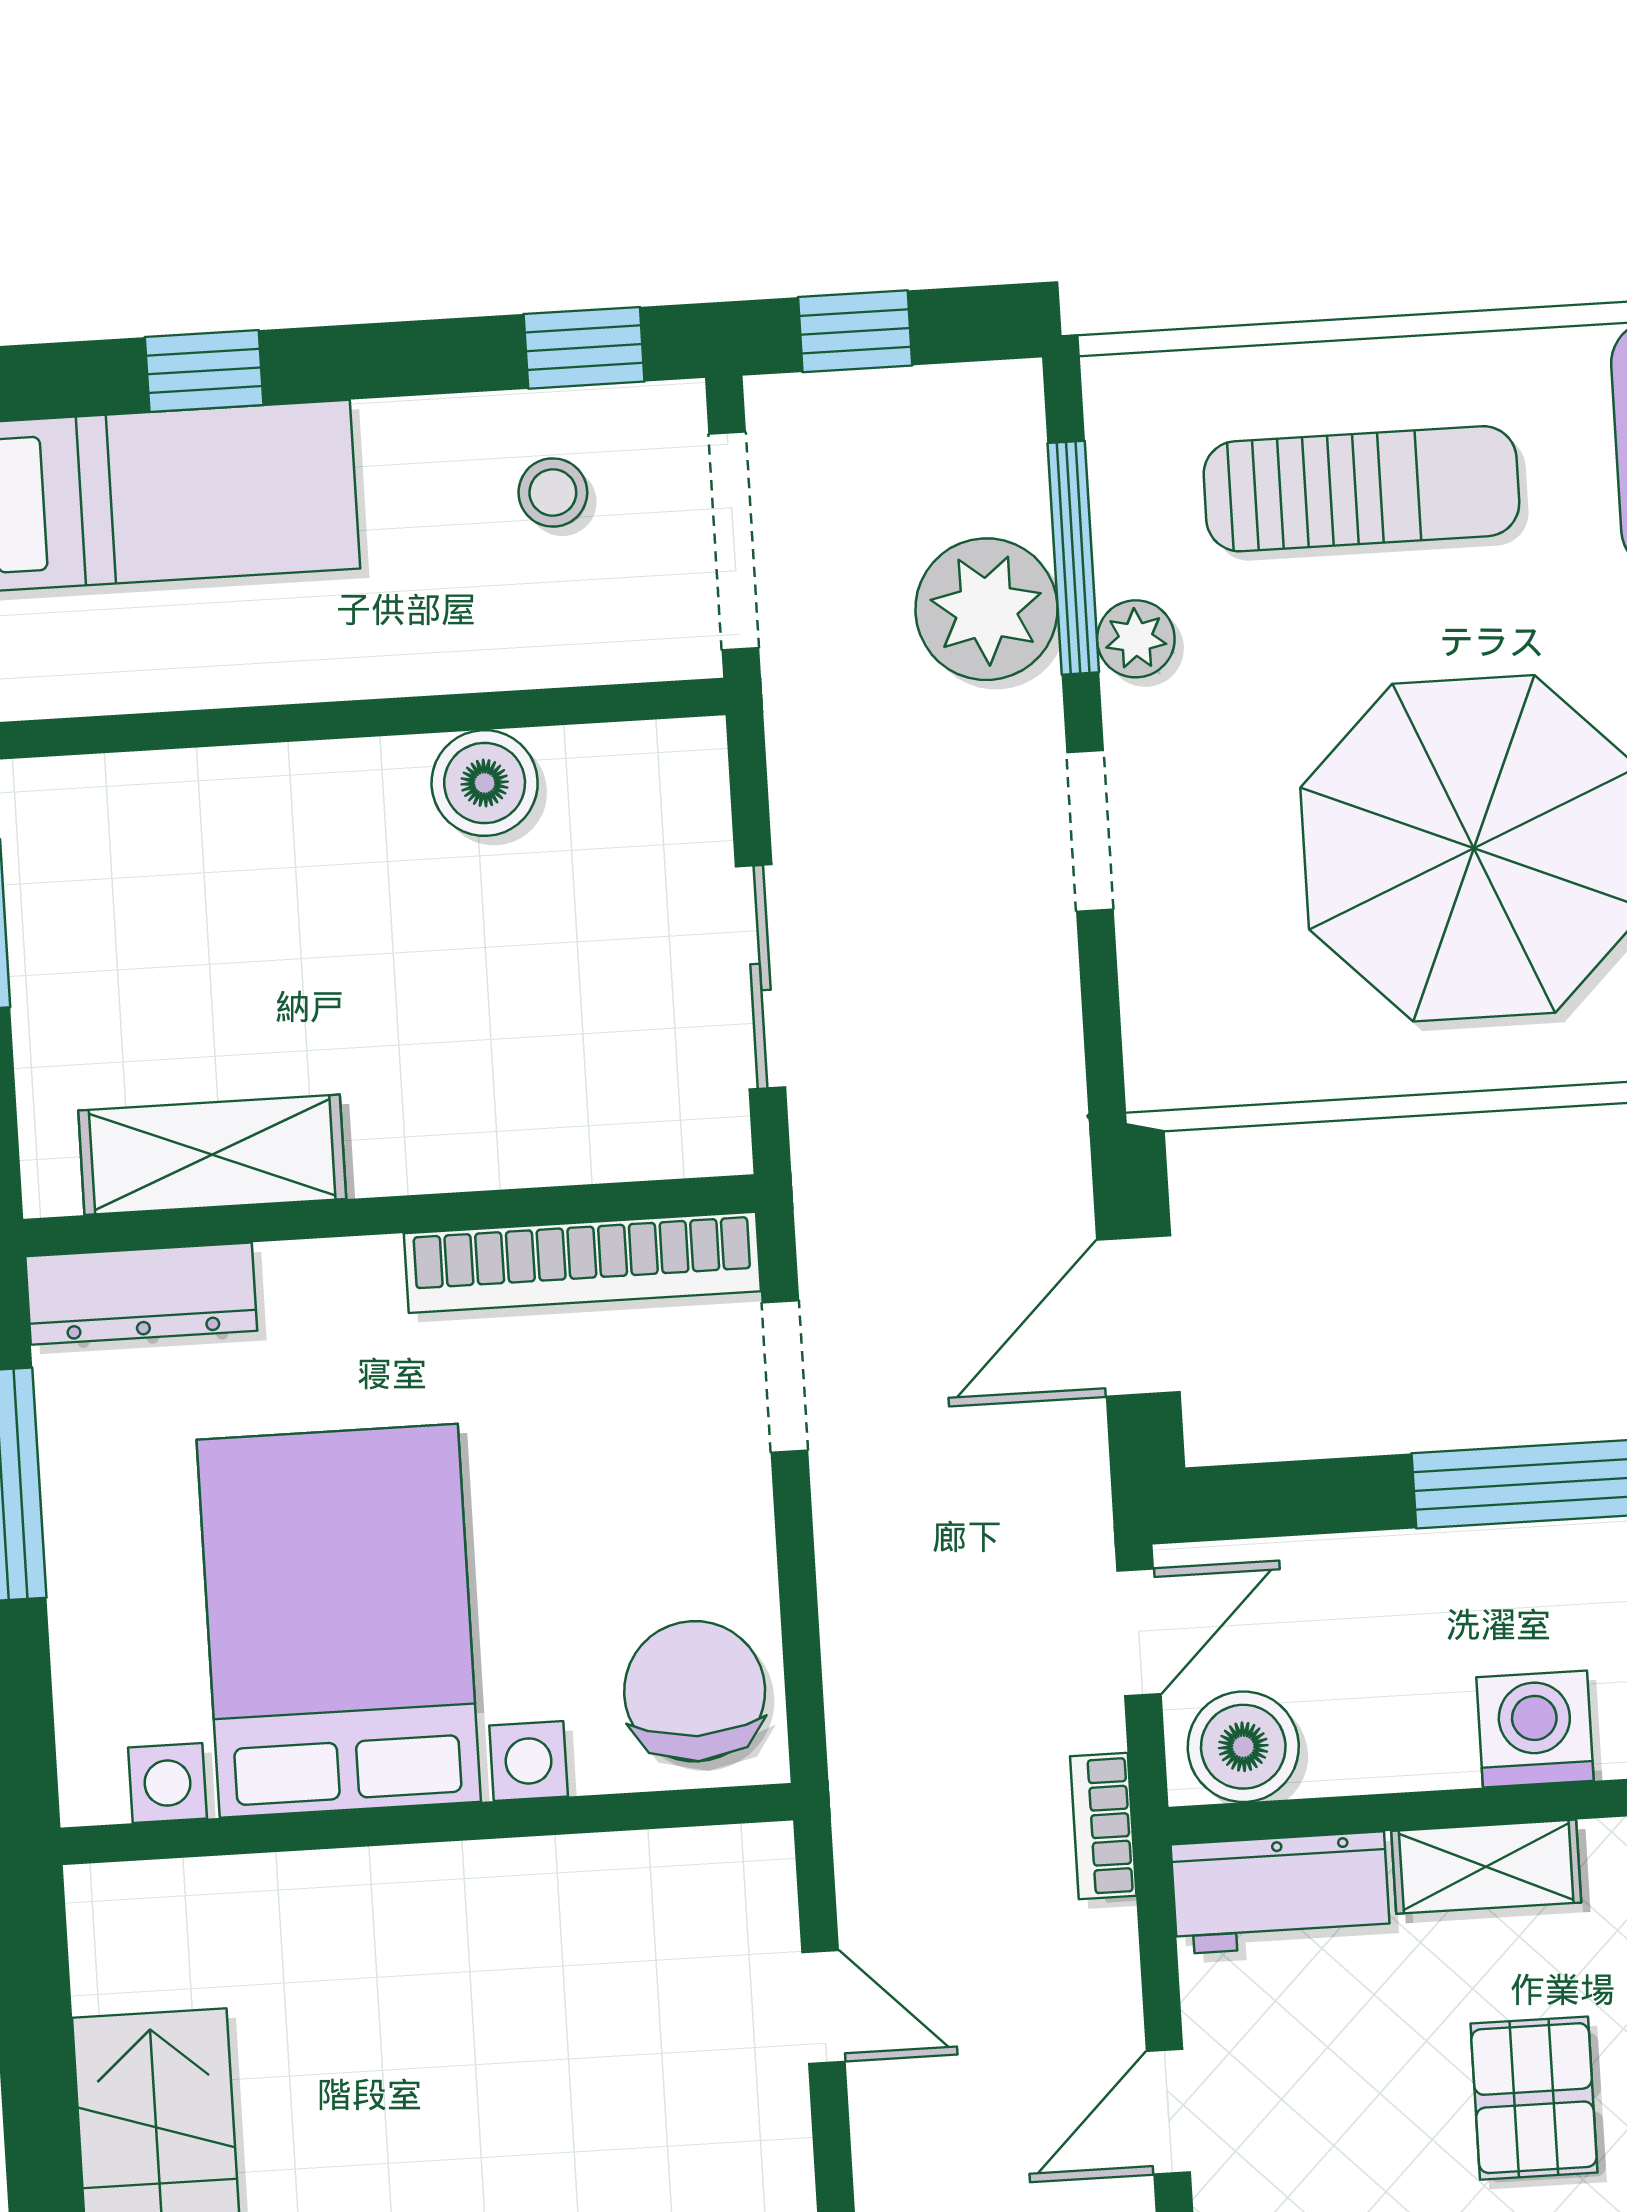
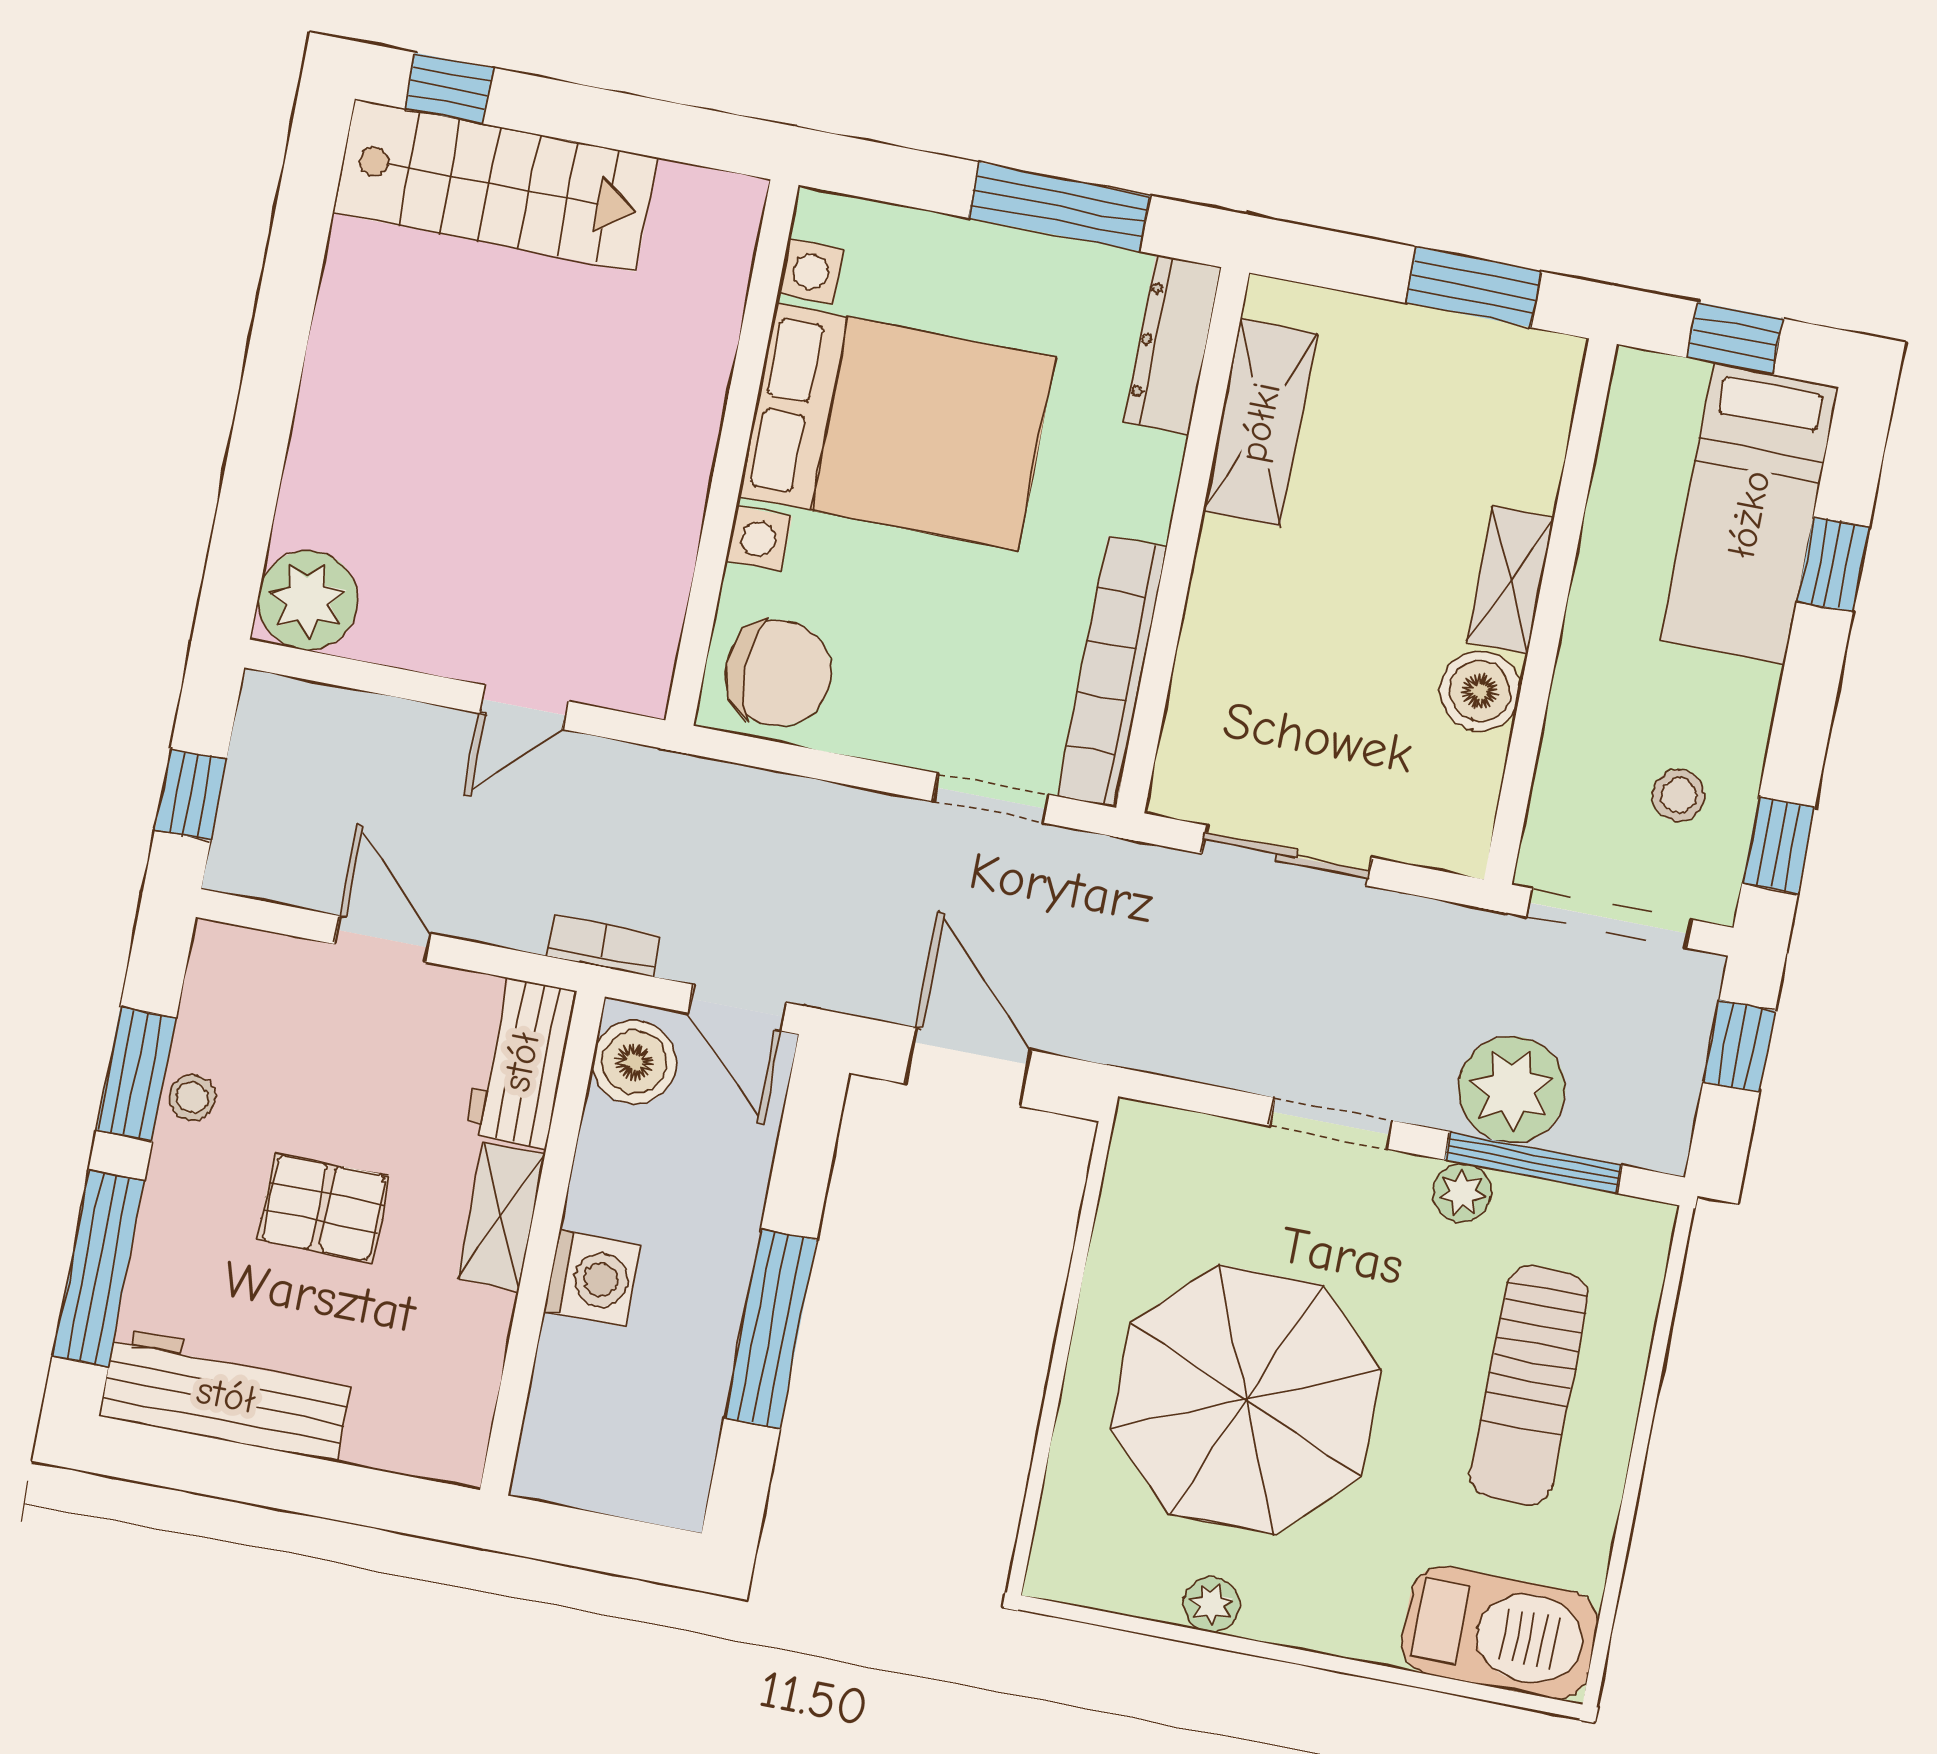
shelving: (332, 781) -> (1510, 580), added

